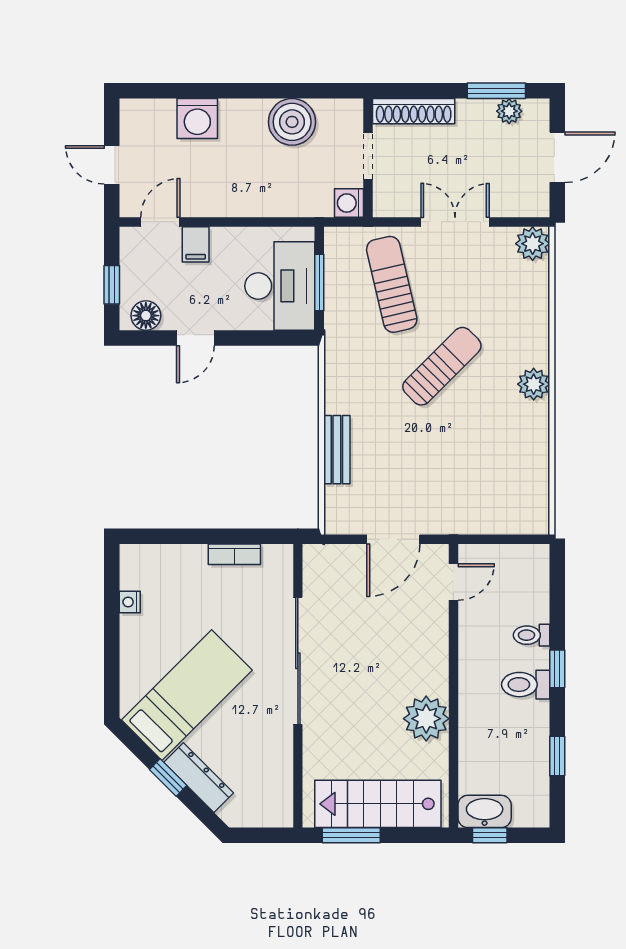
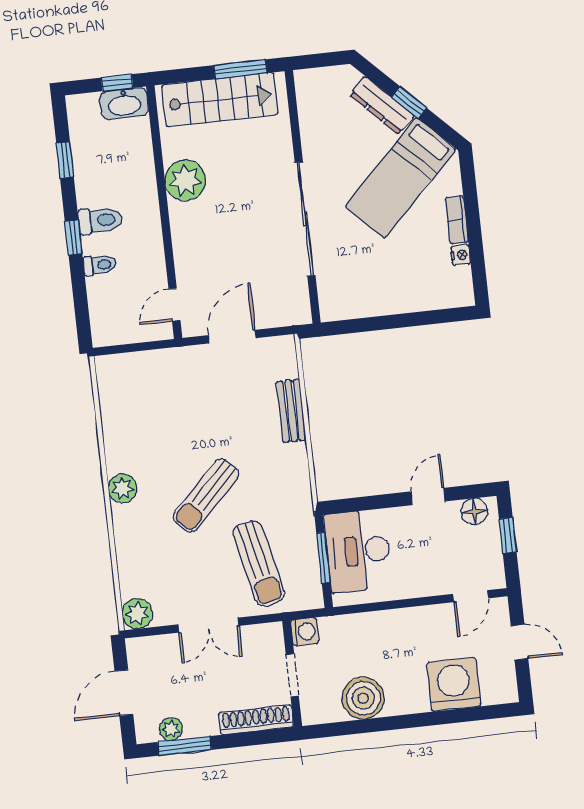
washing machine: (197, 119) -> (454, 684), width x1.37, depth x1.37
filing cabinet: (196, 244) -> (437, 580), removed
bookcase: (234, 554) -> (457, 220), moved, turned -90

